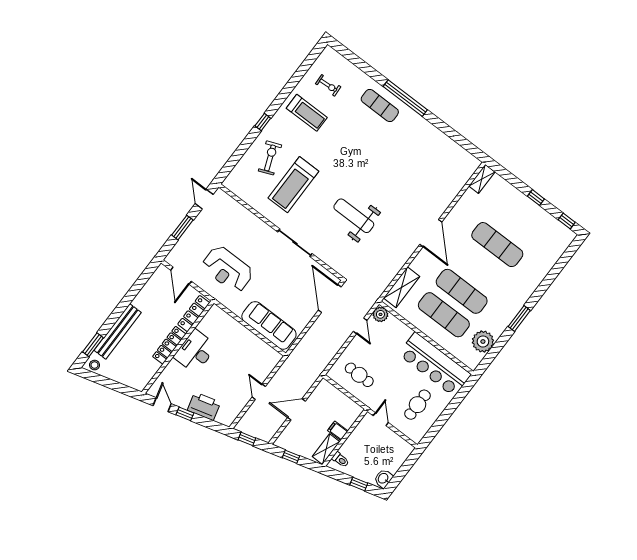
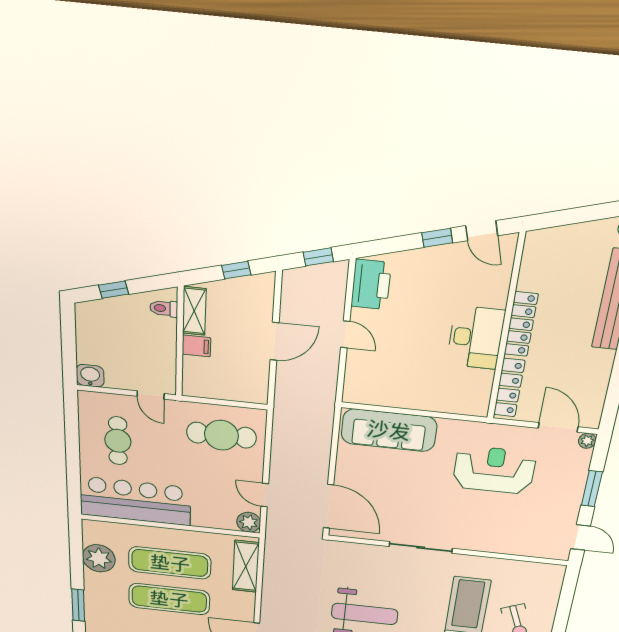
plant: (170, 259) -> (587, 441), added
cafe table: (359, 375) -> (221, 435), width x1.37, depth x1.35
printer: (204, 406) -> (371, 285), moved, turned -75
washbasin: (383, 479) -> (90, 376), moved, turned -90

